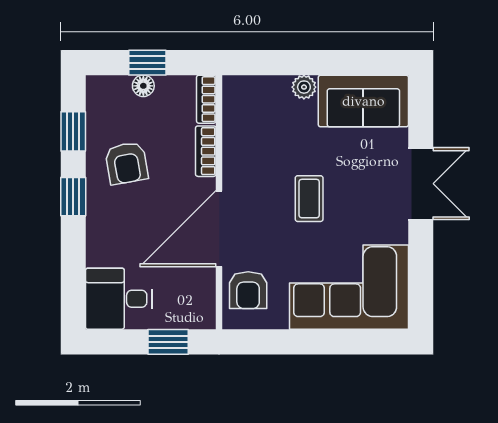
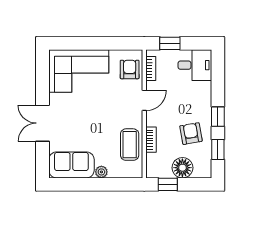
window: (147, 63) -> (168, 184), moved
floor lamp: (143, 86) -> (182, 168), width x1.89, depth x1.89
bookcase: (206, 99) -> (151, 68), moved
coffee table: (309, 199) -> (130, 145), moved, width x1.36, depth x1.30
door: (219, 229) -> (144, 100), width x0.53

